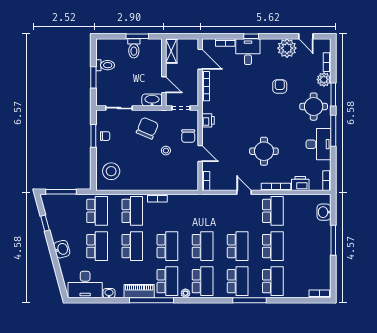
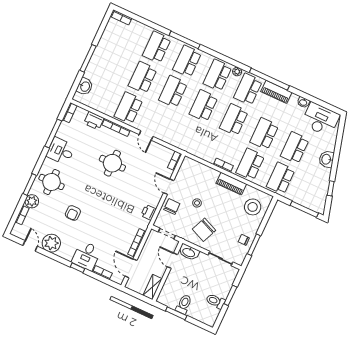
window: (333, 131) -> (53, 133), moved
desk: (319, 144) -> (61, 151), width x0.73
piano: (142, 184) -> (231, 184), added

